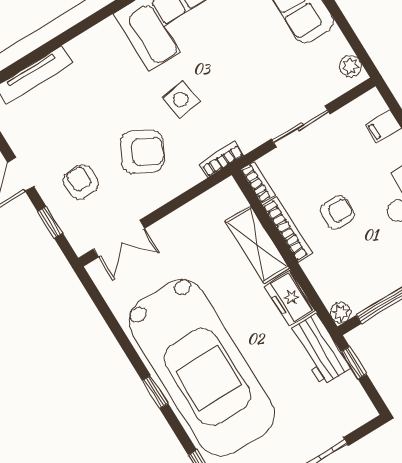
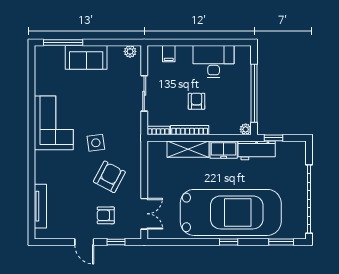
bookcase: (221, 159) -> (137, 141), removed

